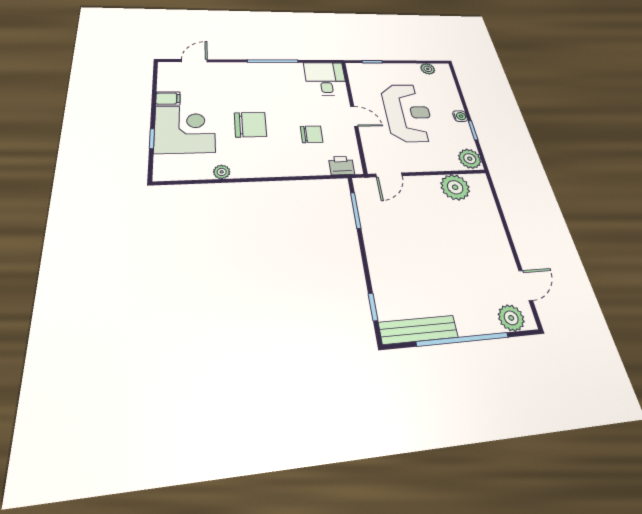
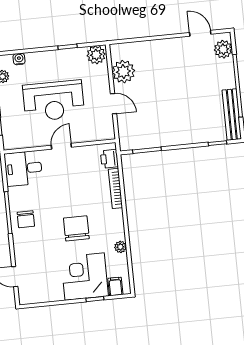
filing cabinet: (168, 99) -> (115, 286), moved
reception desk: (408, 113) -> (54, 101), turned 180
water cooler: (460, 116) -> (19, 59), moved
chair: (312, 134) -> (26, 219), moved, turned 180
bookcase: (302, 170) -> (115, 188), added
door: (389, 175) -> (113, 104), moved

